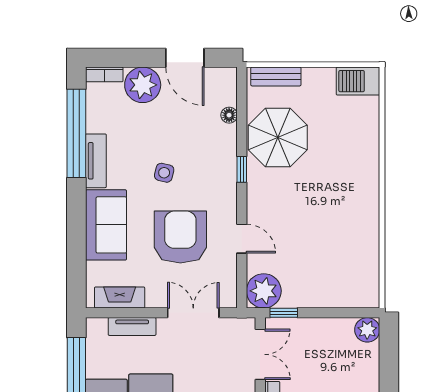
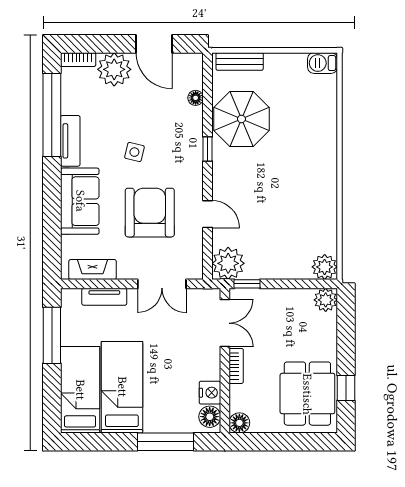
barbecue: (358, 81) -> (323, 63), width x0.73, depth x0.79
plant: (366, 295) -> (325, 267), added
double door: (193, 313) -> (162, 284), swing flipped

